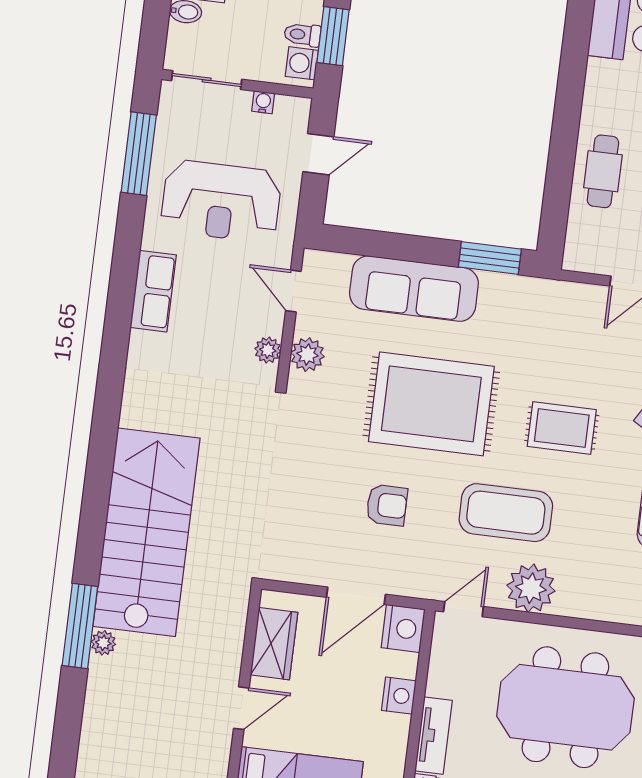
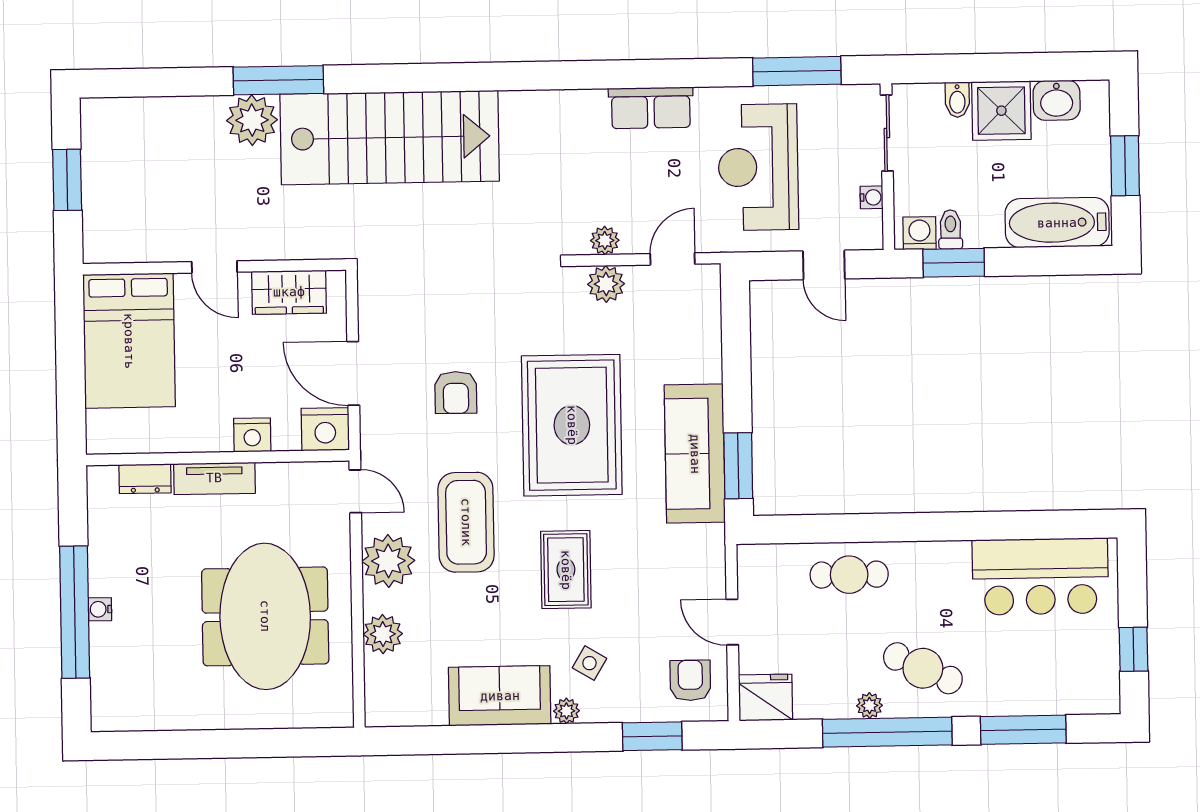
sofa: (414, 289) -> (695, 454), moved
plant: (597, 603) -> (383, 634), added
plant: (103, 643) -> (252, 120), width x1.88, depth x1.88

